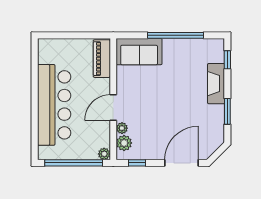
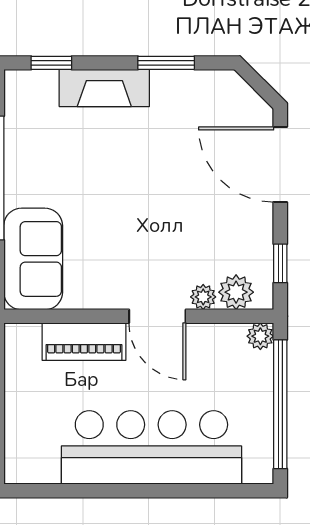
piano: (102, 59) -> (84, 342), moved

